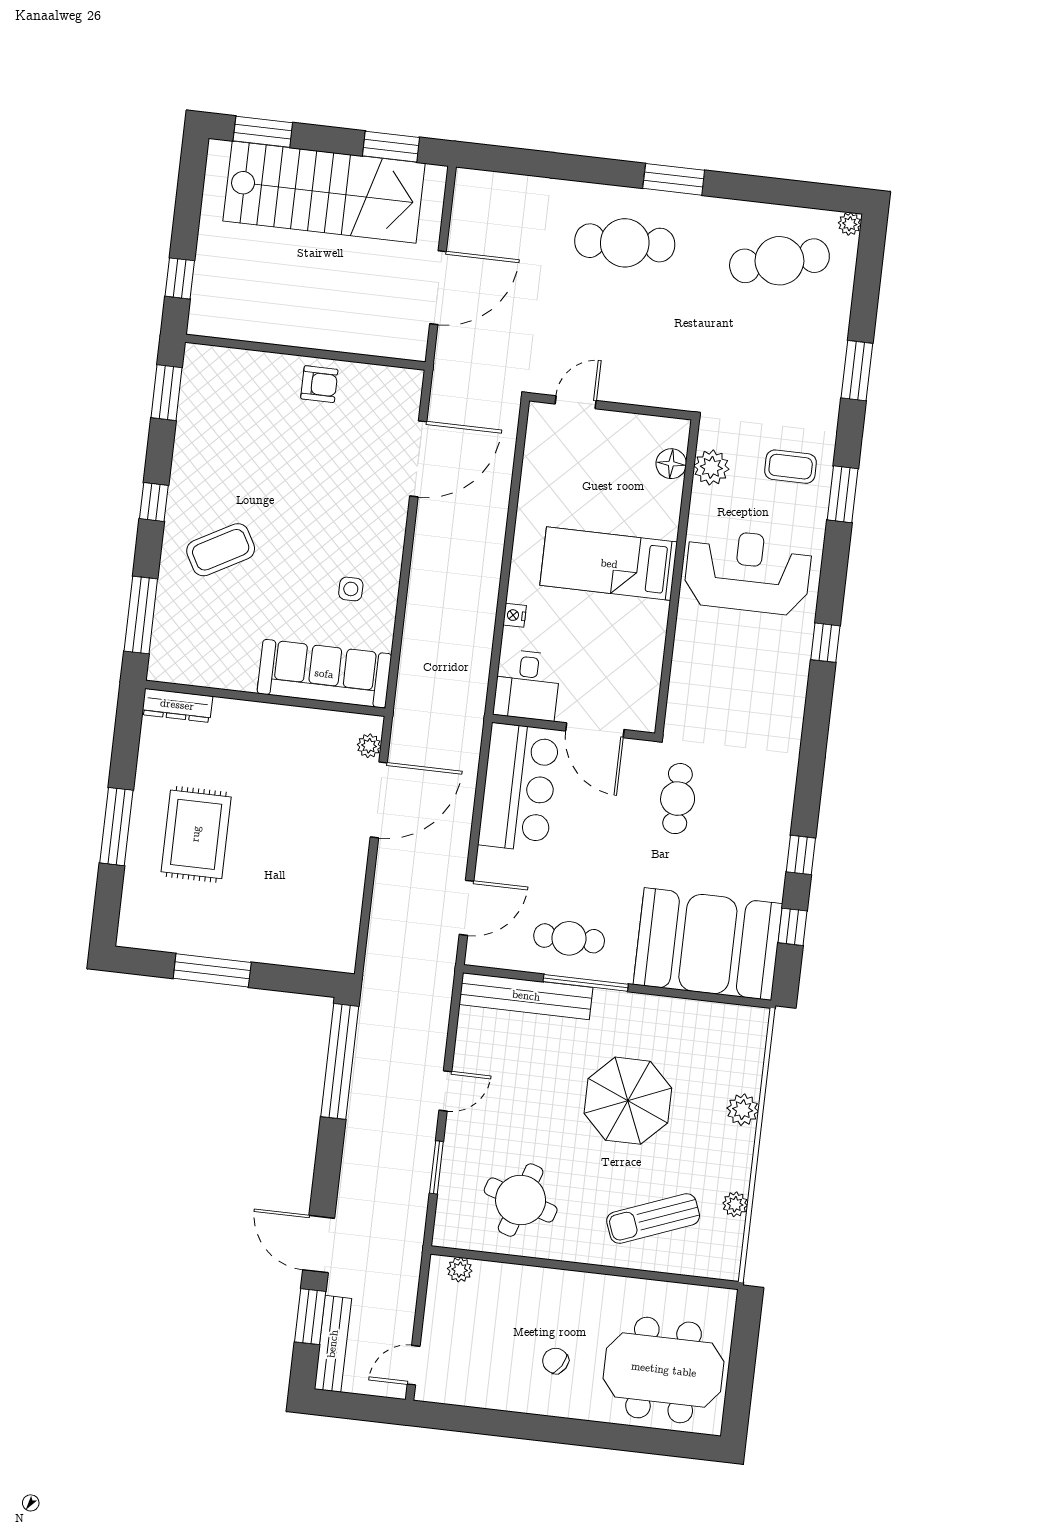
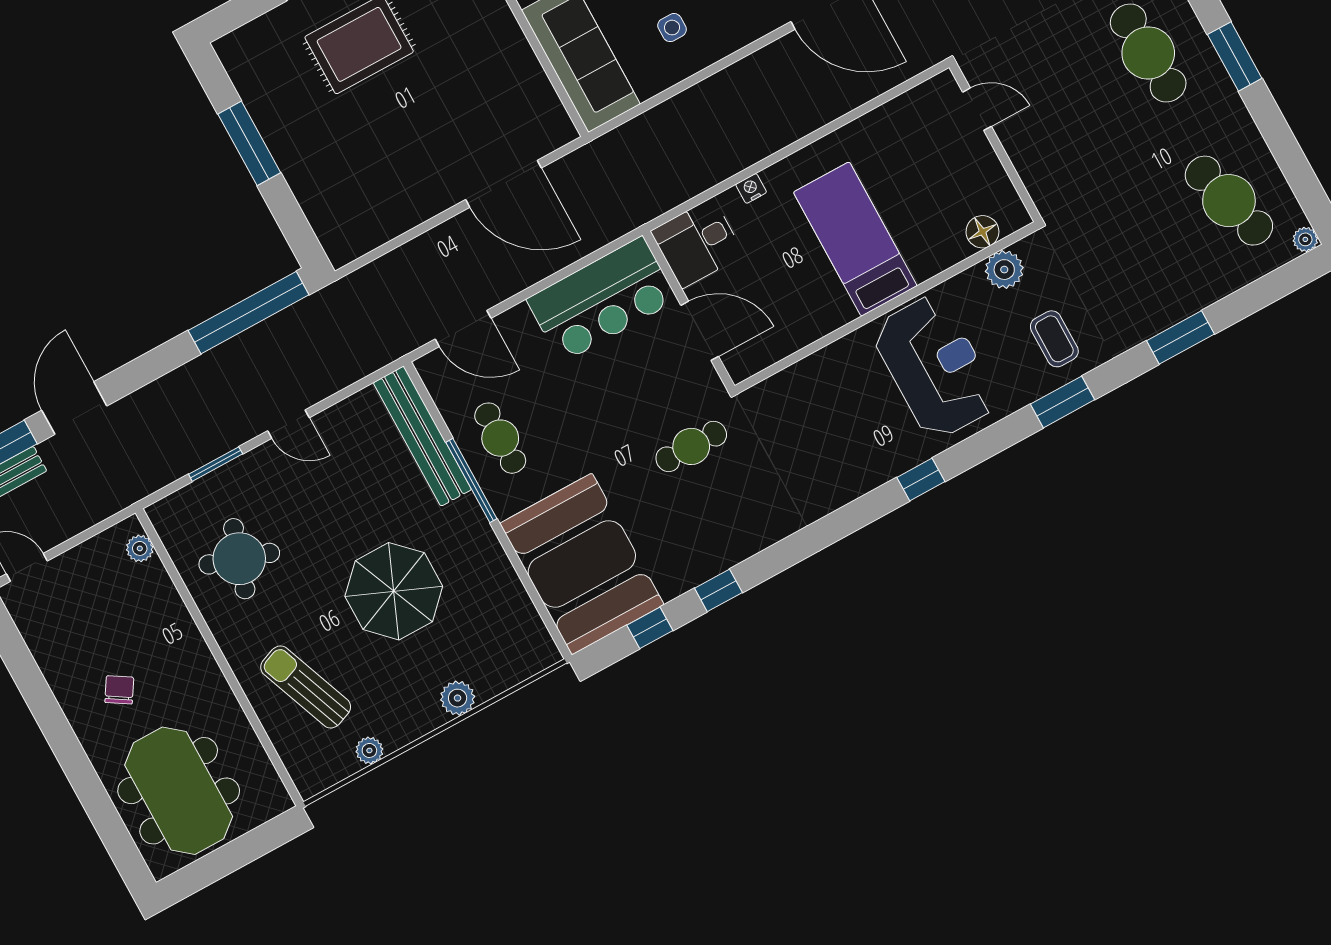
door: (595, 730) -> (700, 331), swing flipped
plant: (369, 746) -> (545, 141), removed

